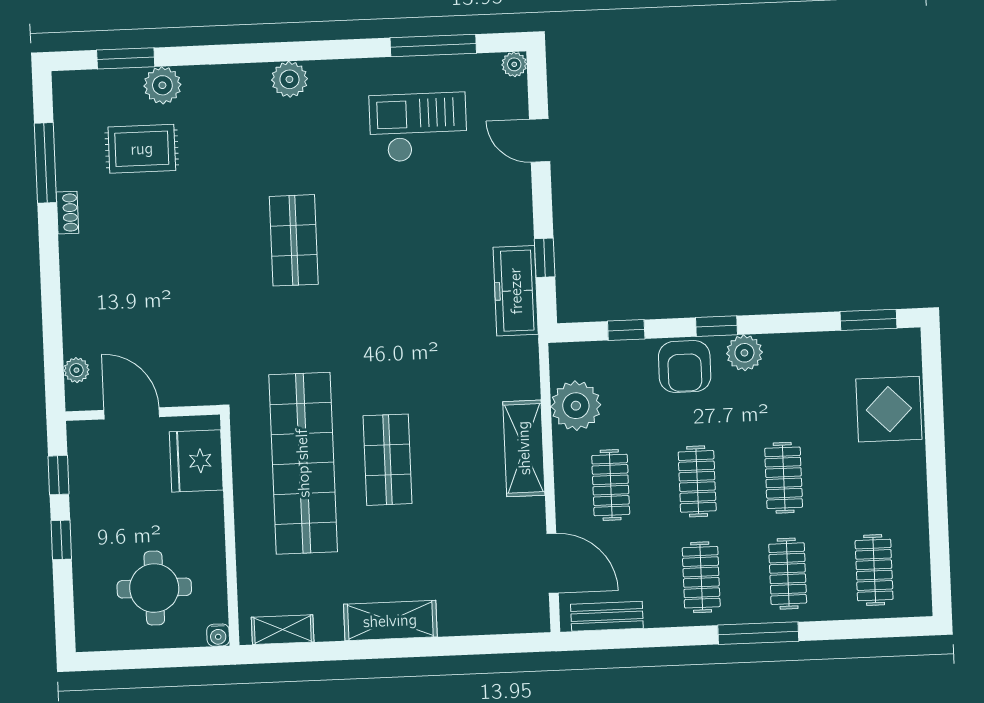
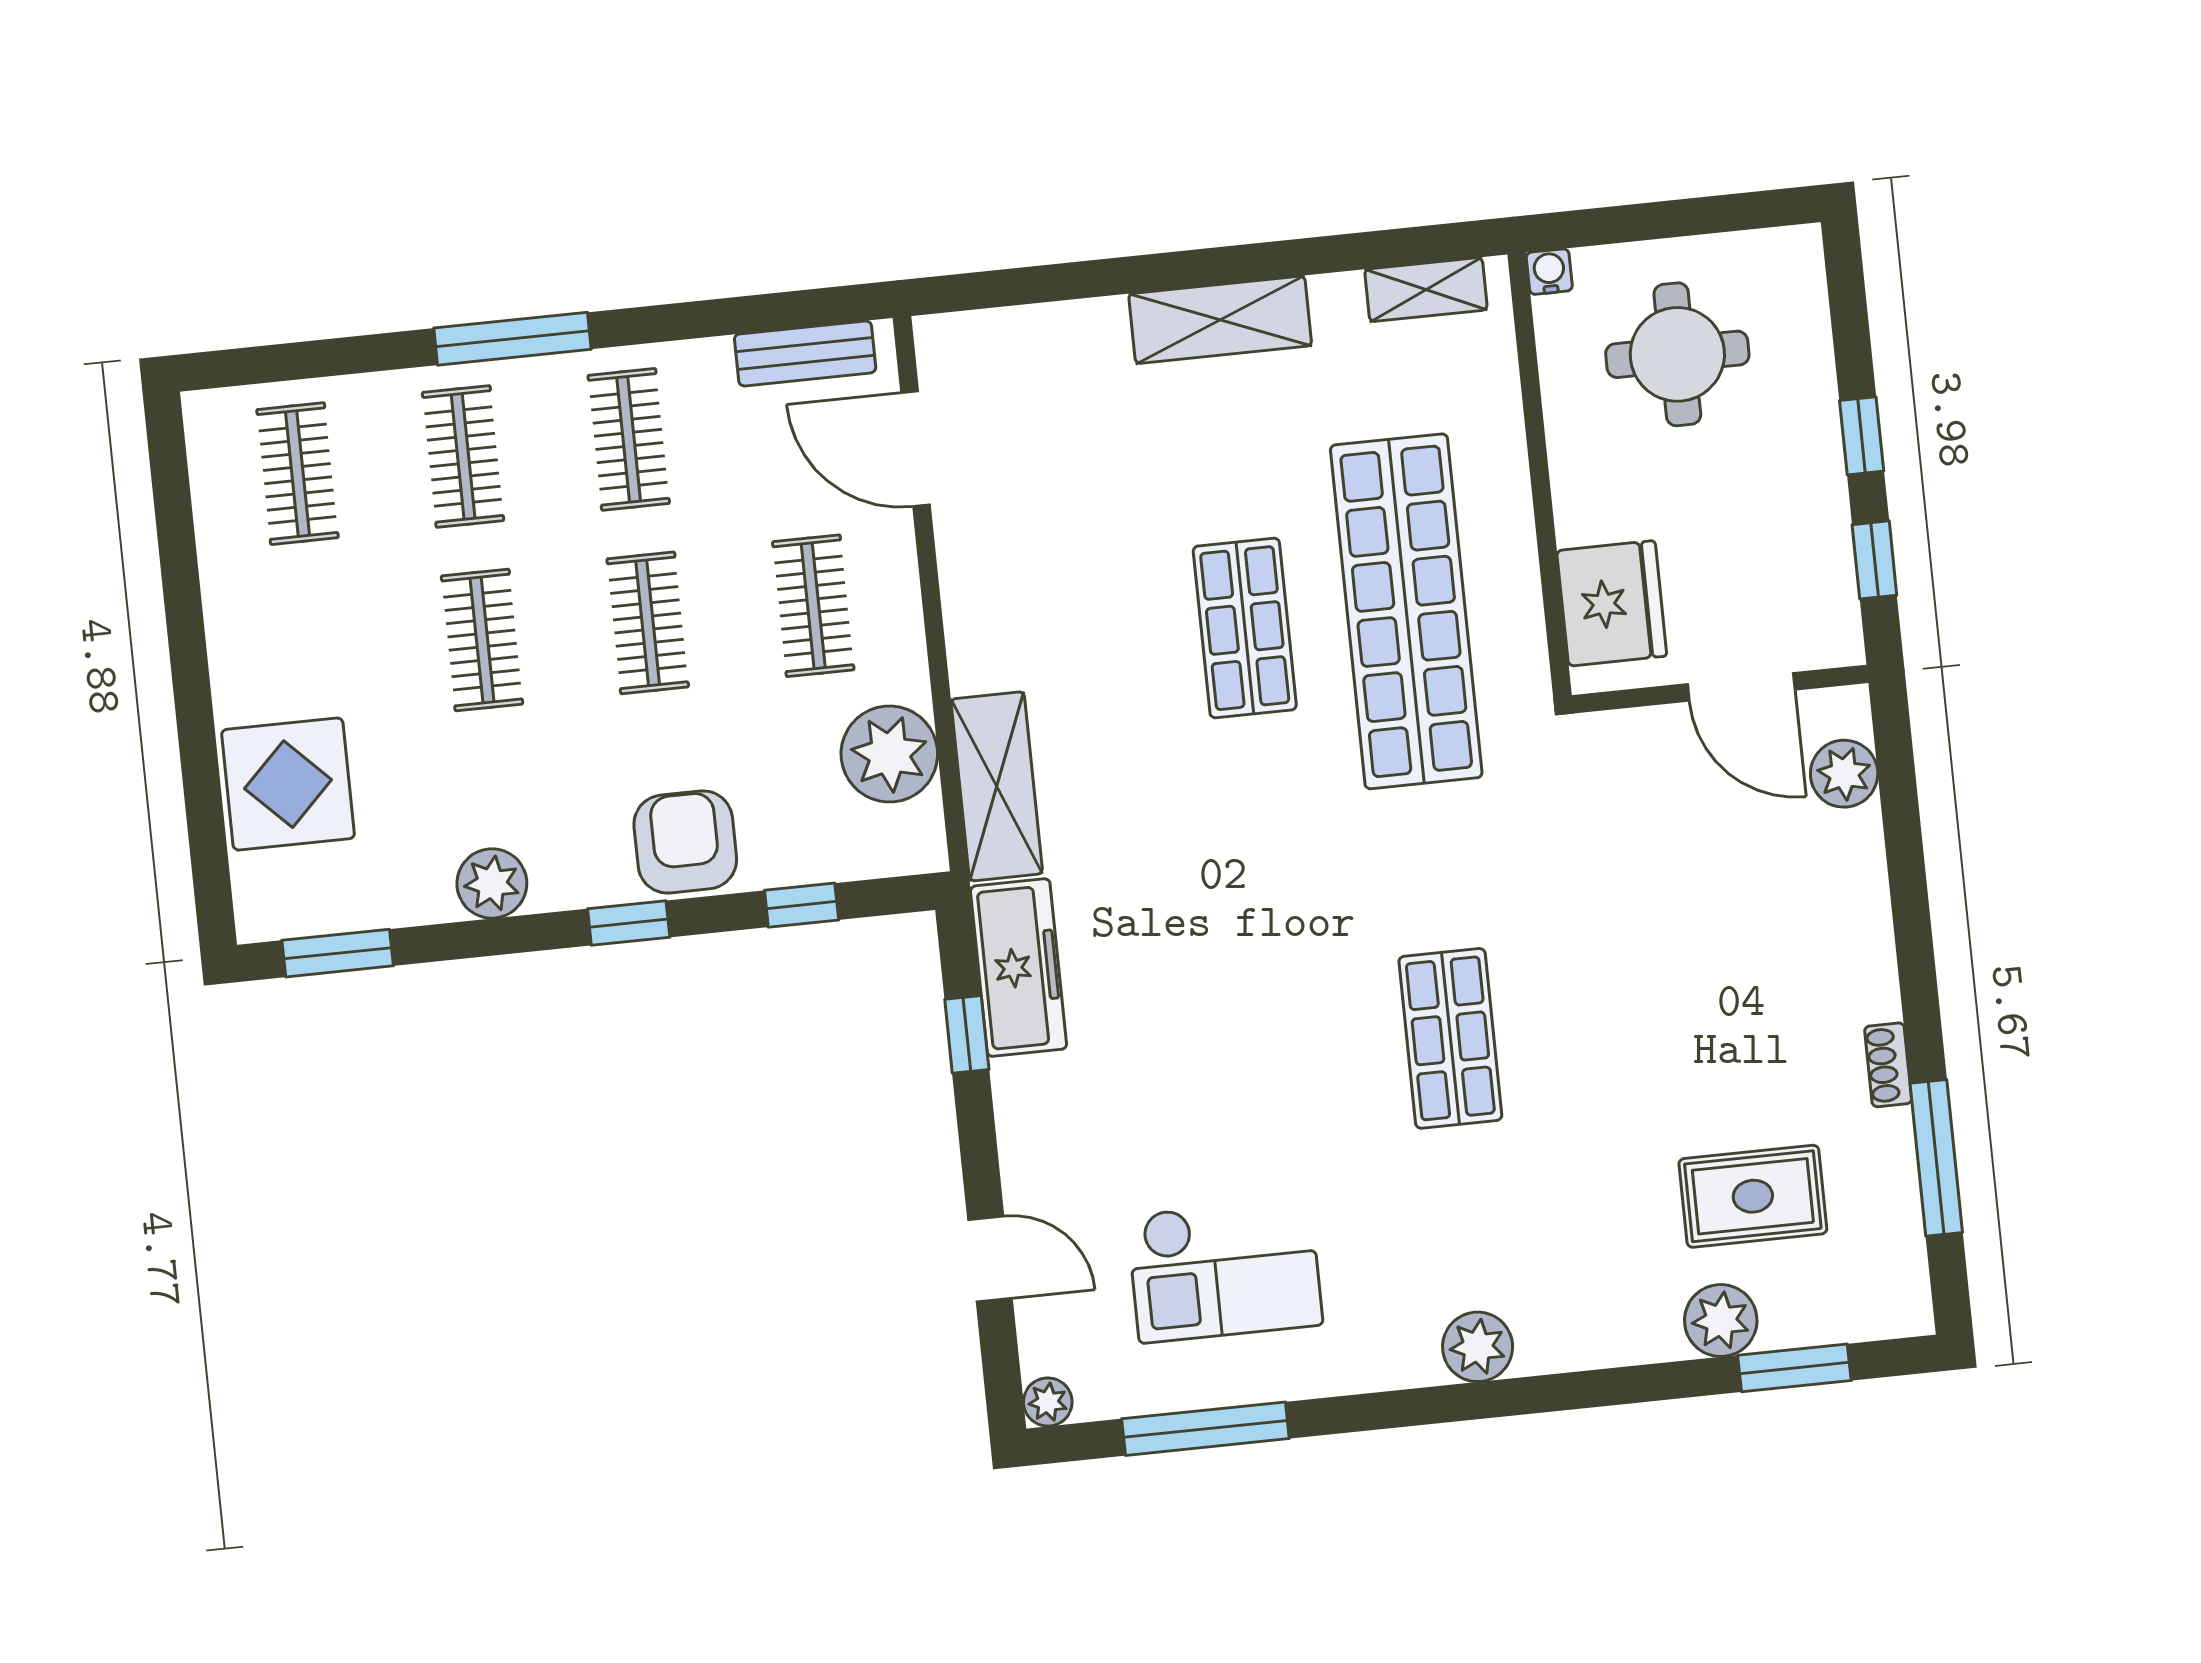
plant: (744, 353) -> (492, 883), moved
plant: (76, 370) -> (1844, 774), width x1.38, depth x1.38
shelving: (524, 448) -> (997, 786), moved

